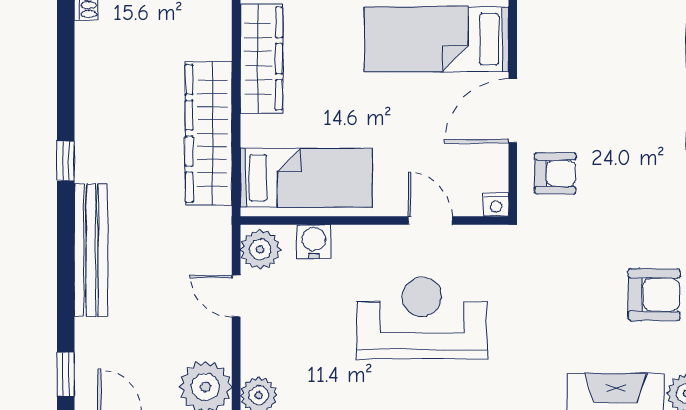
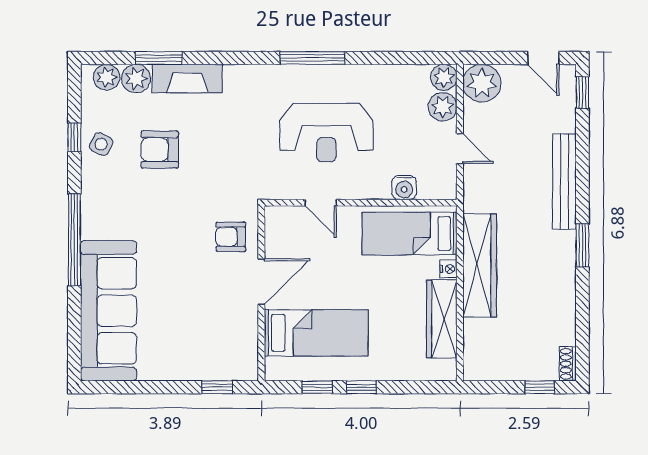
window: (66, 161) -> (582, 245), width x1.50
nightstand: (496, 205) -> (449, 269), moved, turned 90
plant: (260, 249) -> (443, 107), moved

